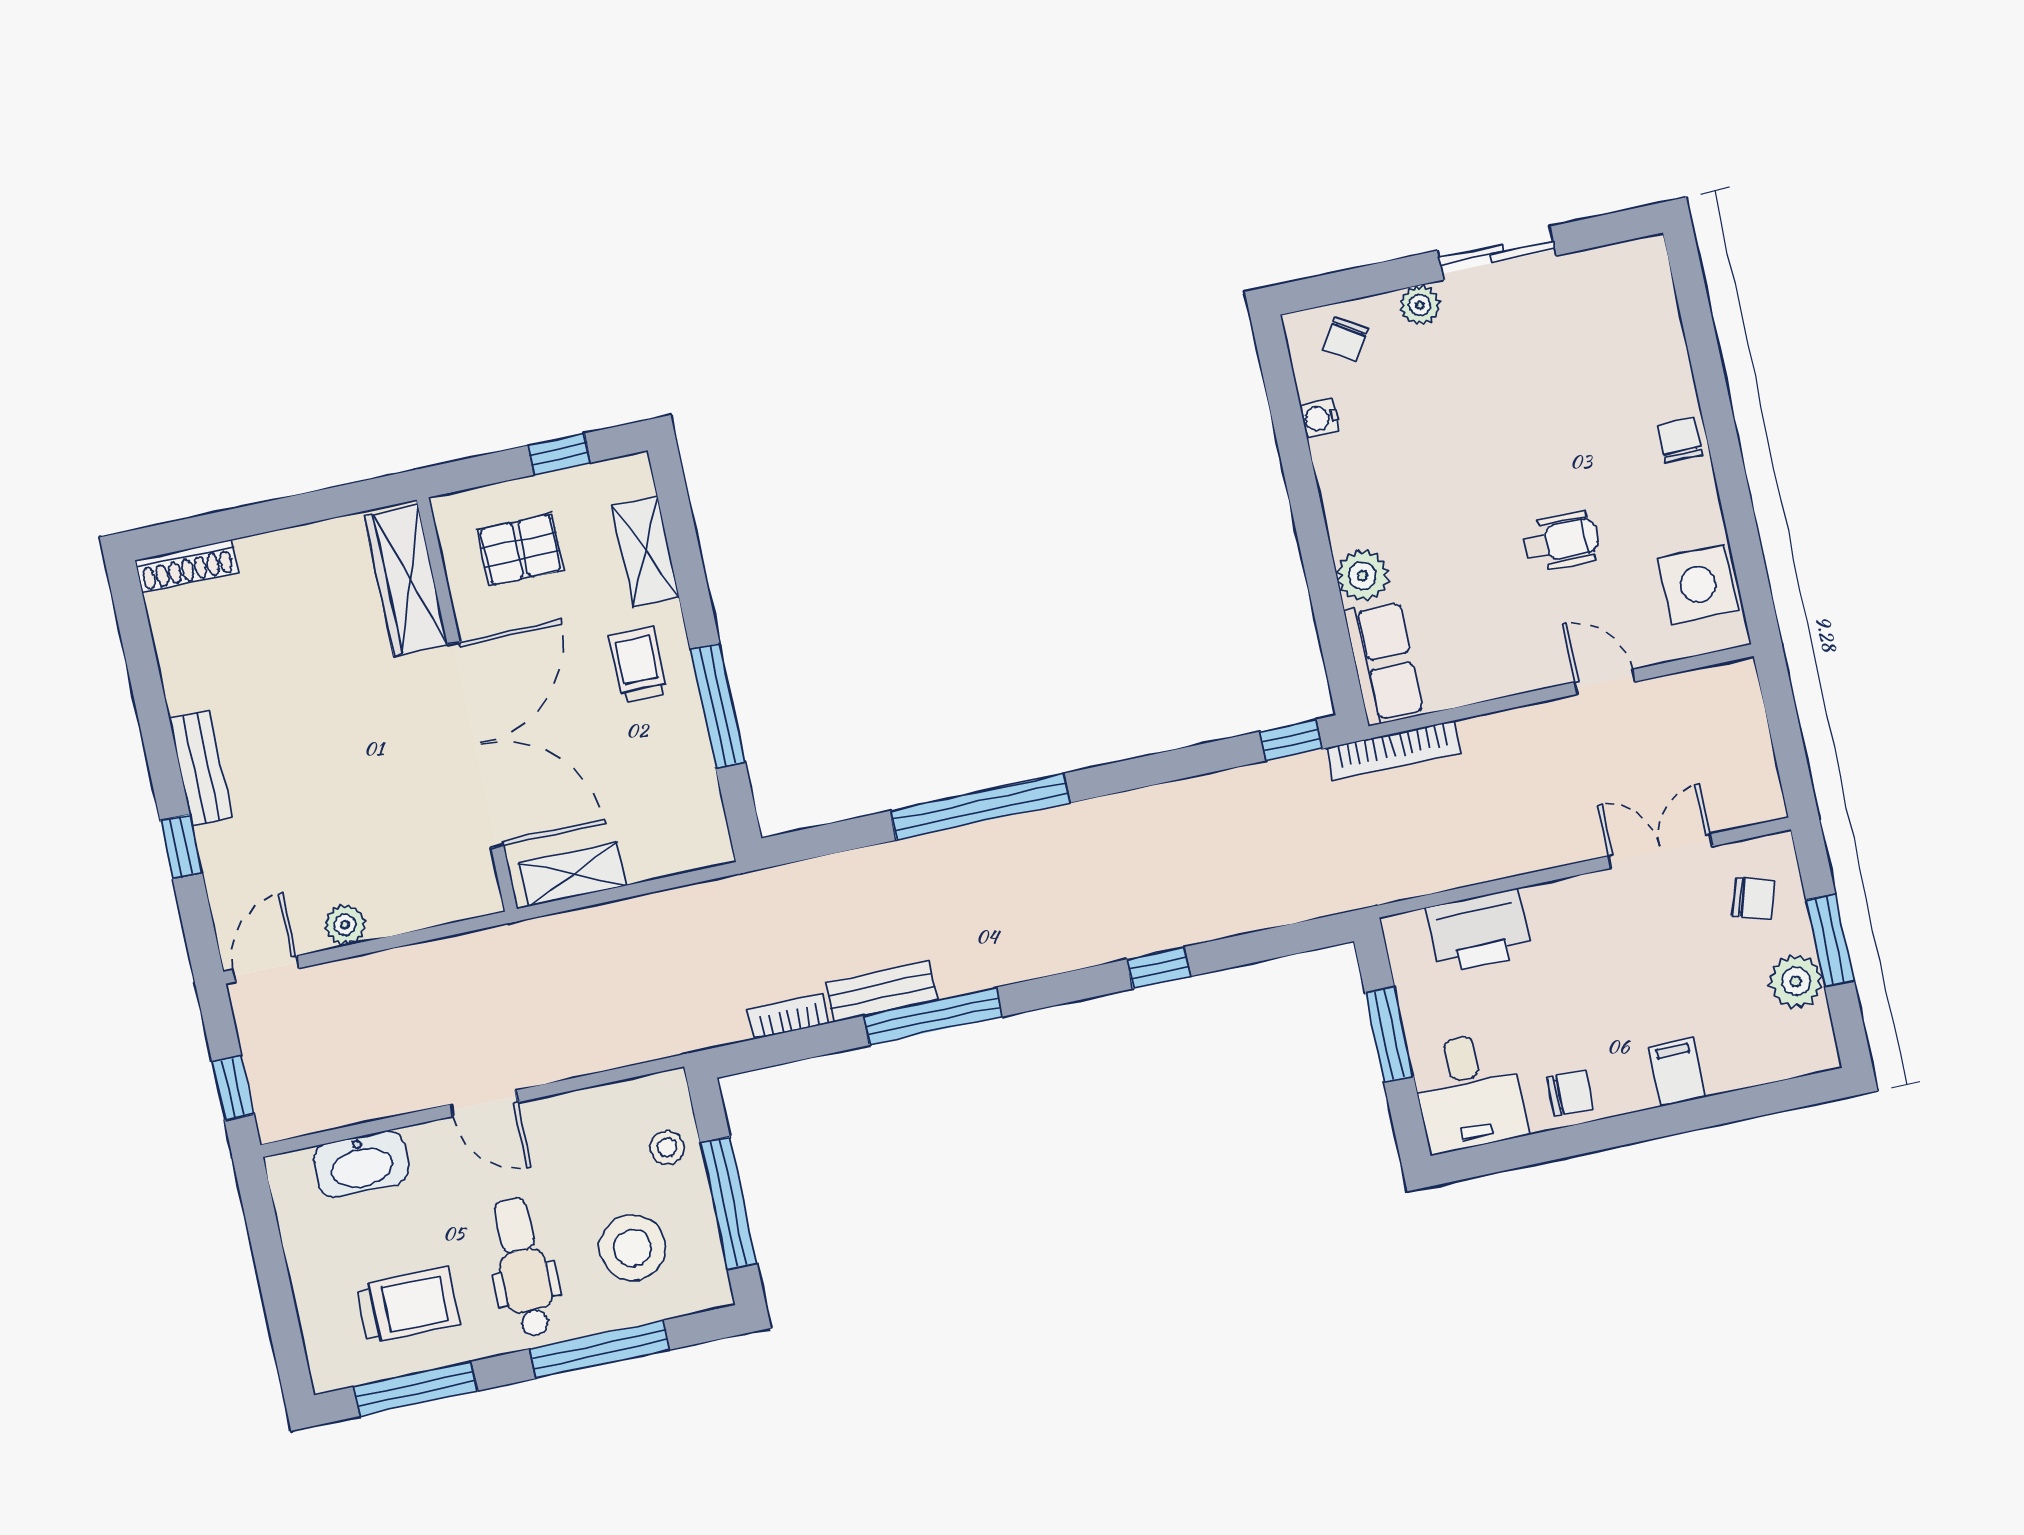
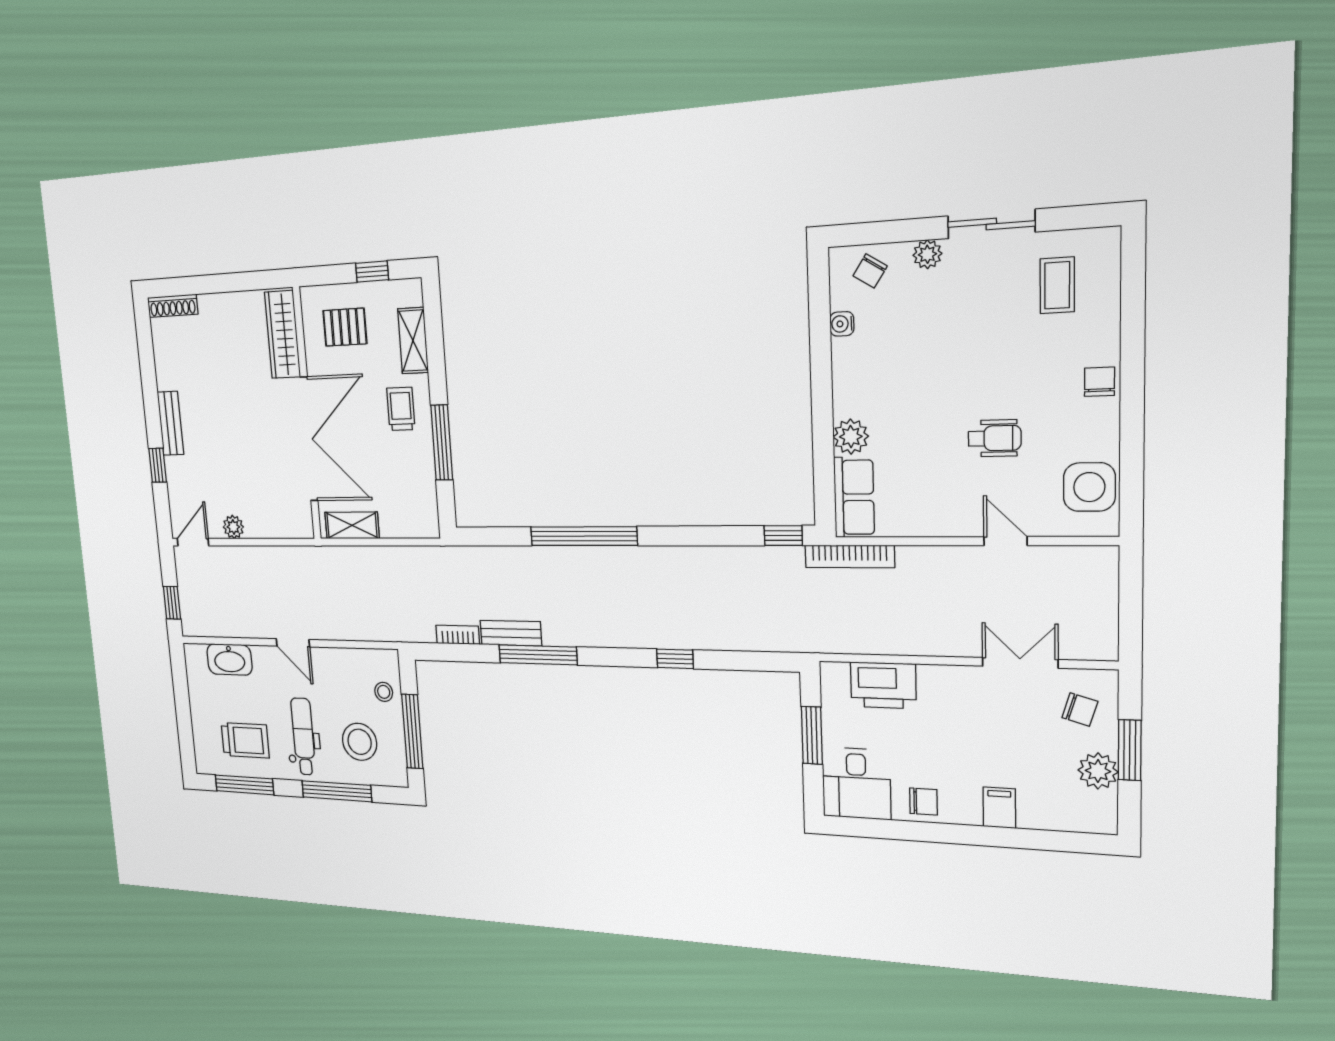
coffee table: (1599, 322) -> (1057, 285), added

